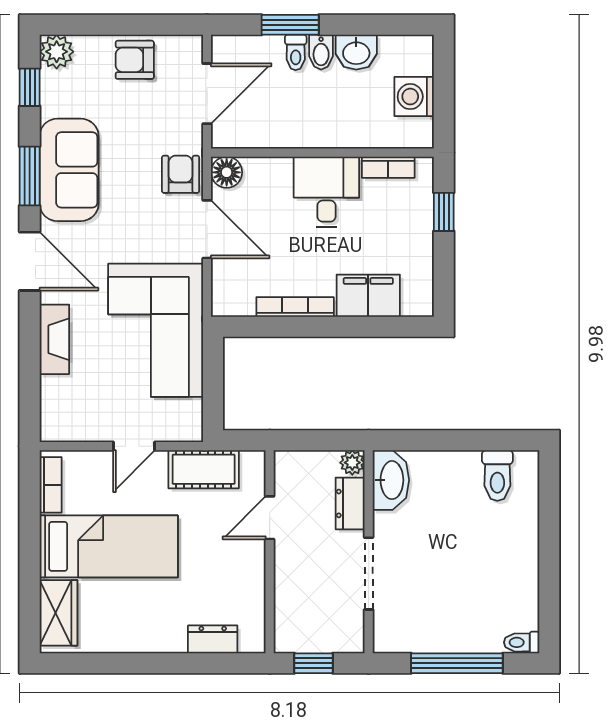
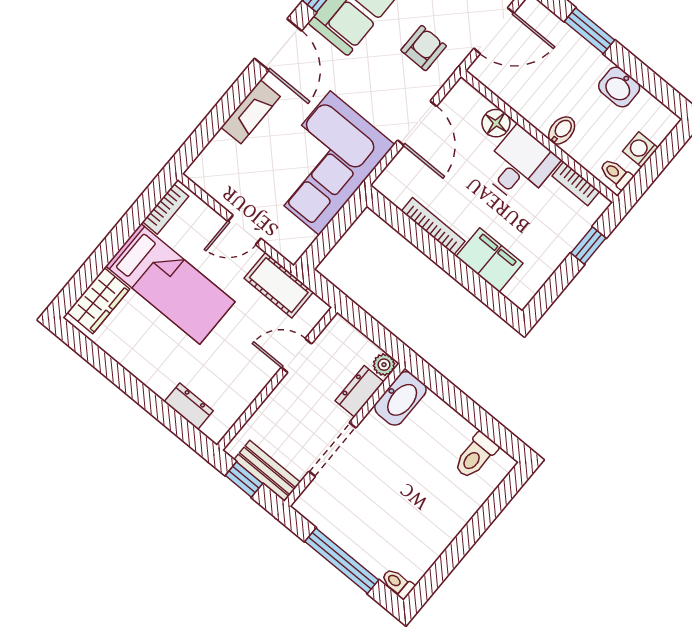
toilet: (296, 52) -> (616, 174), moved, turned 90
bidet: (321, 52) -> (562, 130), moved, turned 180
washing machine: (414, 97) -> (640, 149), width x0.73, depth x0.73
floor lamp: (227, 172) -> (496, 123), moved
armchair: (181, 174) -> (424, 48), moved
bench: (327, 639) -> (267, 471), added

